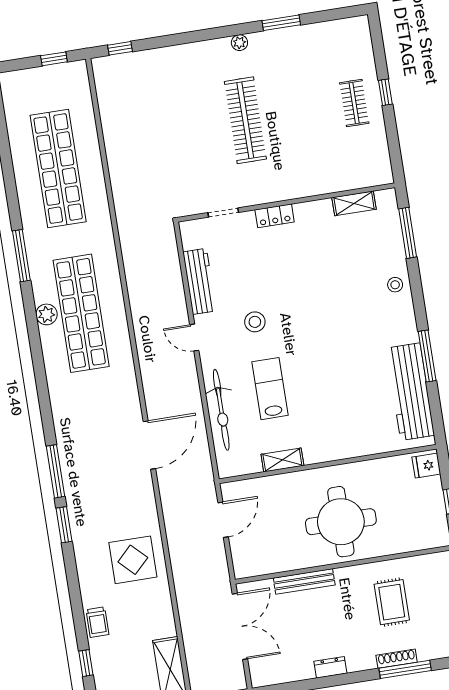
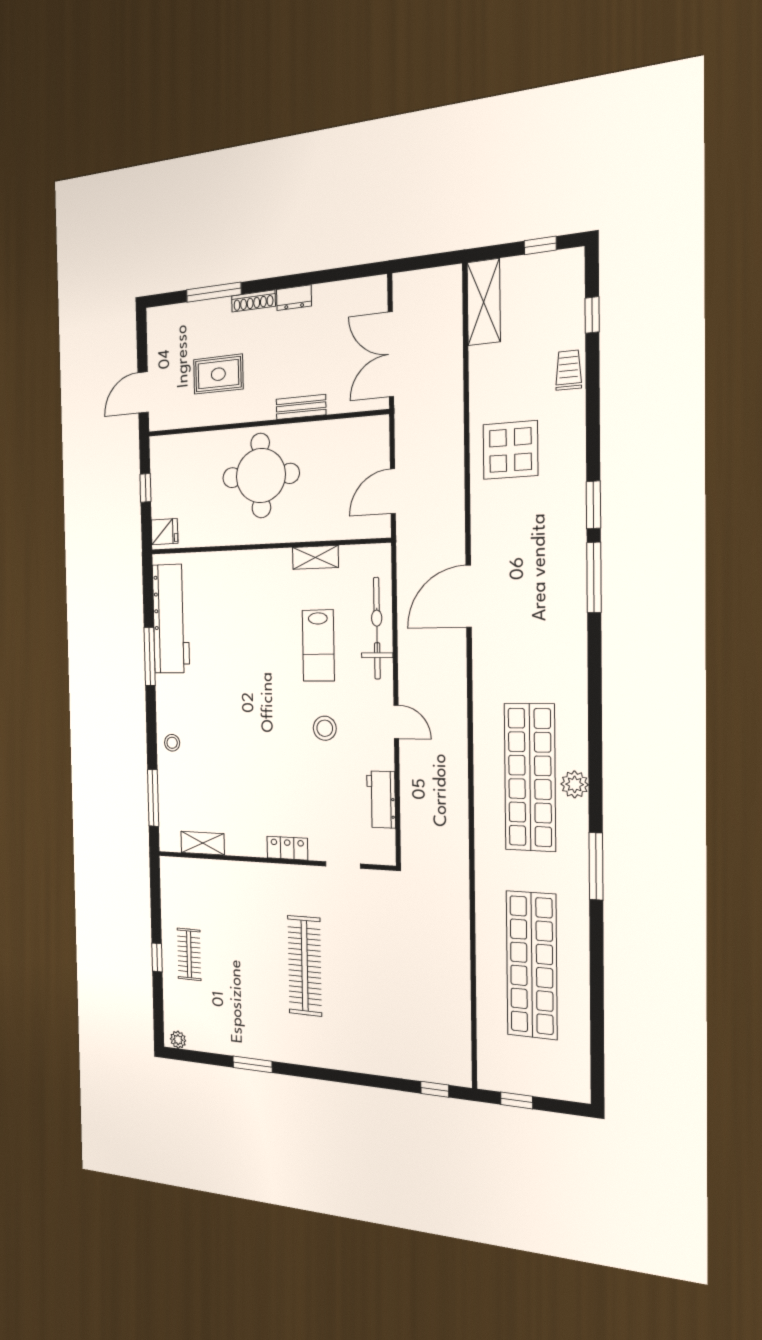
plant: (239, 43) -> (178, 1040), moved
workbench: (199, 281) -> (381, 799), width x0.73
bench: (304, 581) -> (301, 407), width x0.73
rug: (392, 602) -> (218, 374), turned 90
shoe rack: (397, 659) -> (253, 301), moved

